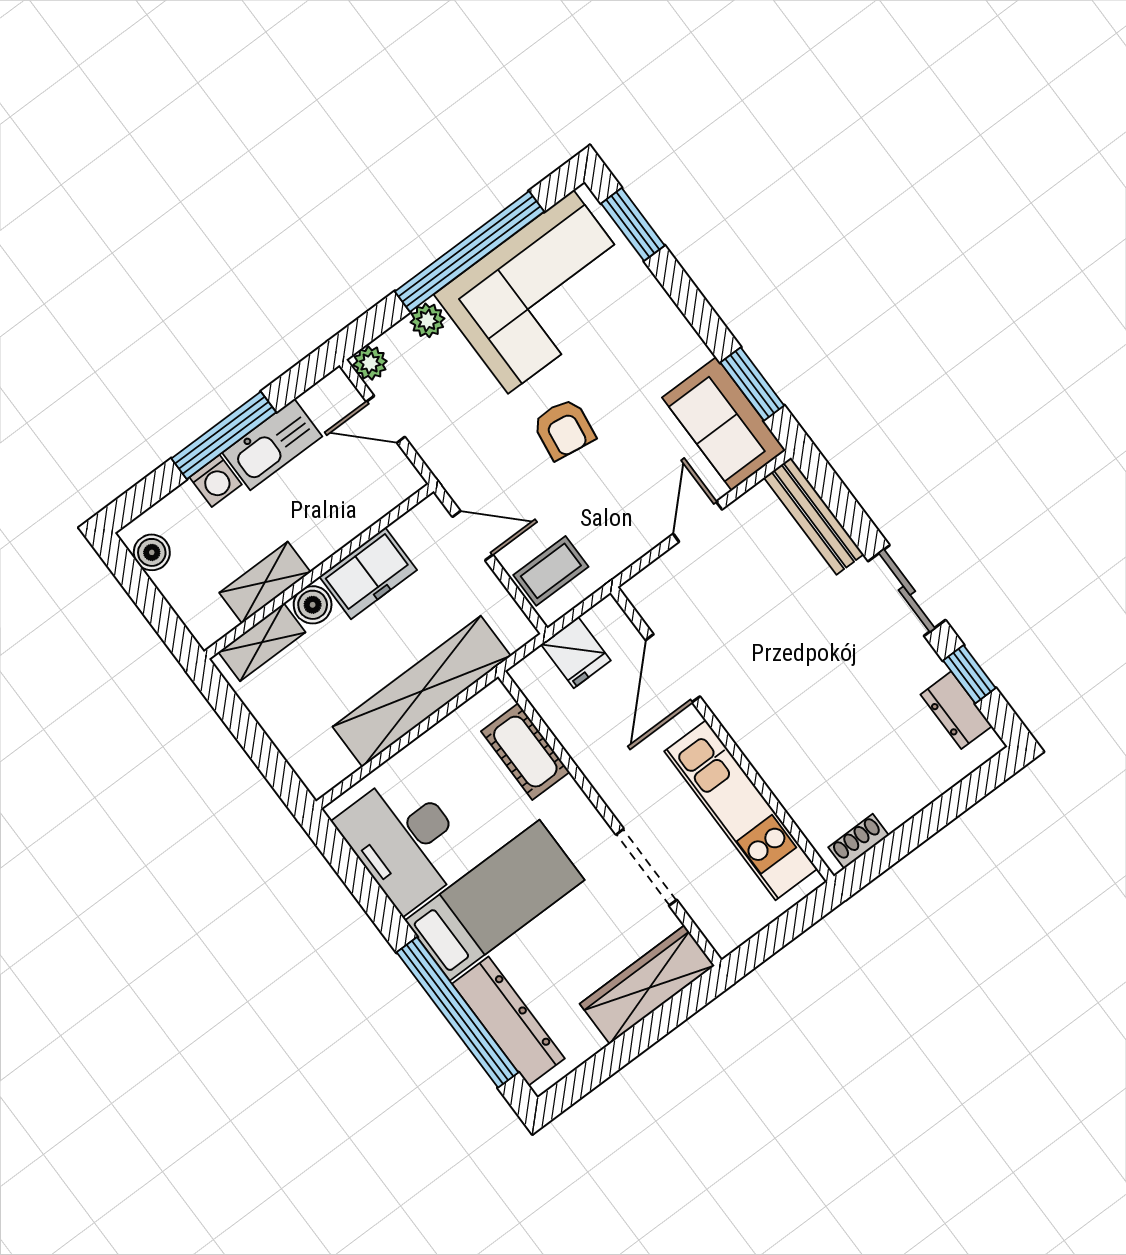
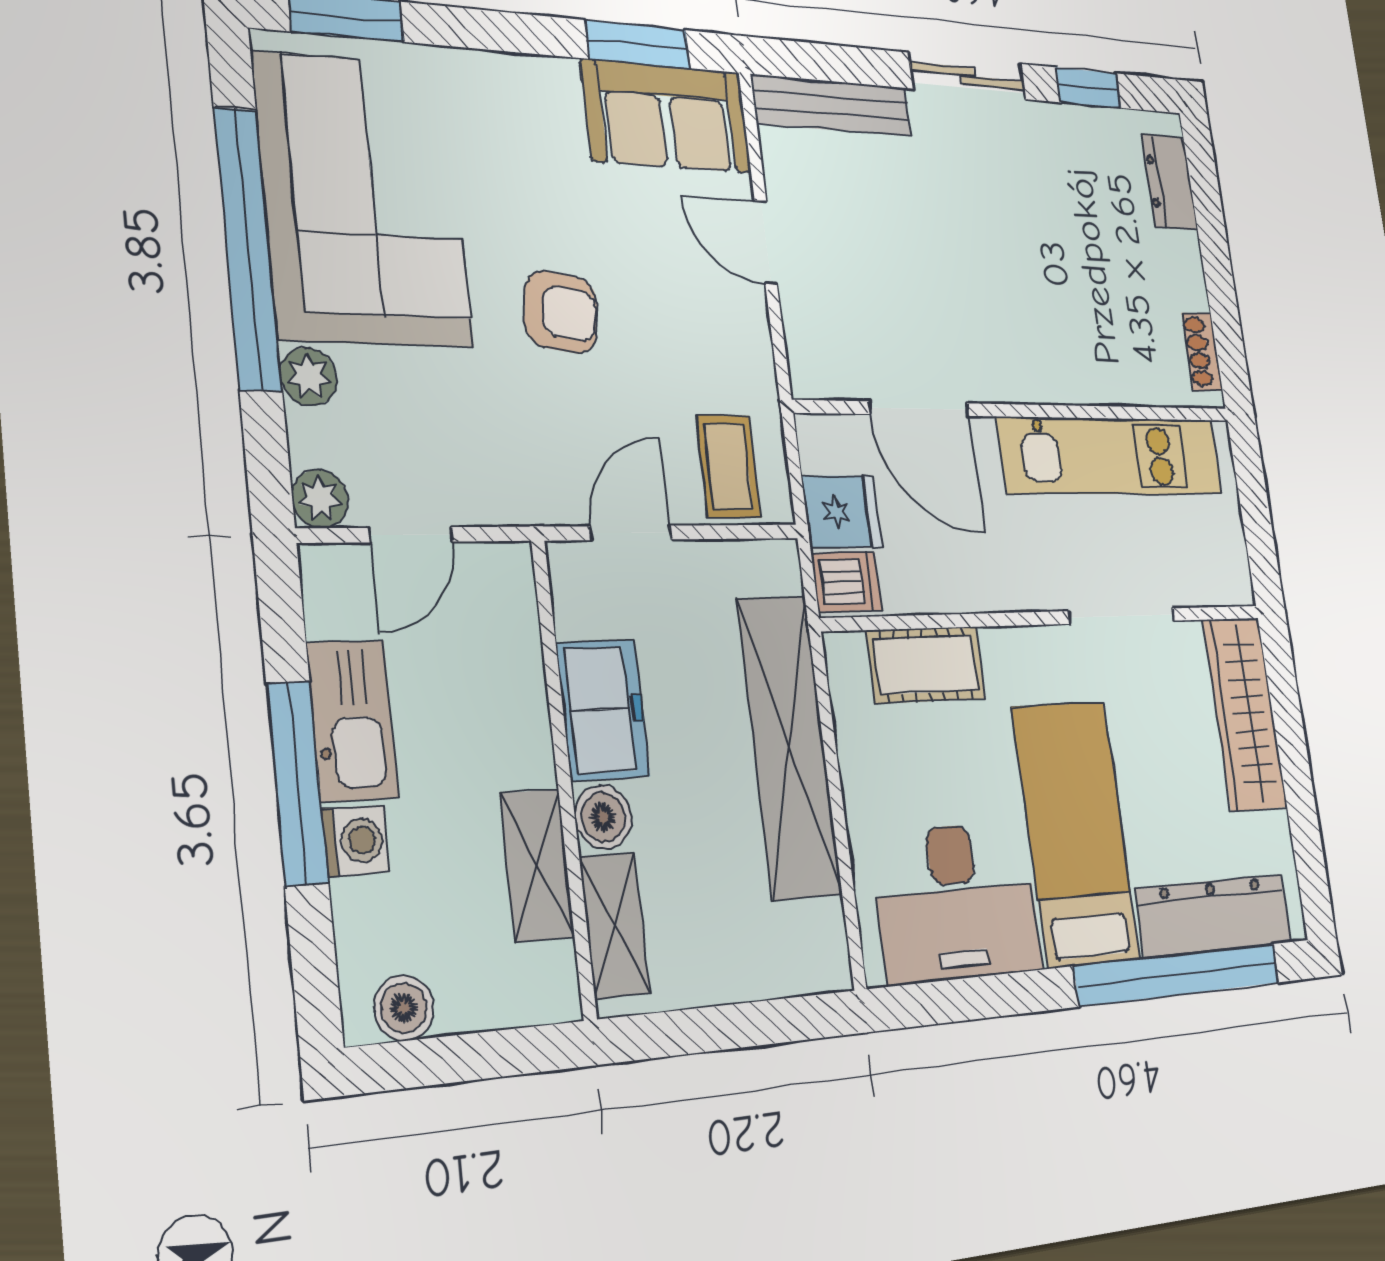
dishwasher: (538, 677) -> (847, 582), added
dresser: (956, 710) -> (1170, 182), moved, turned 90

